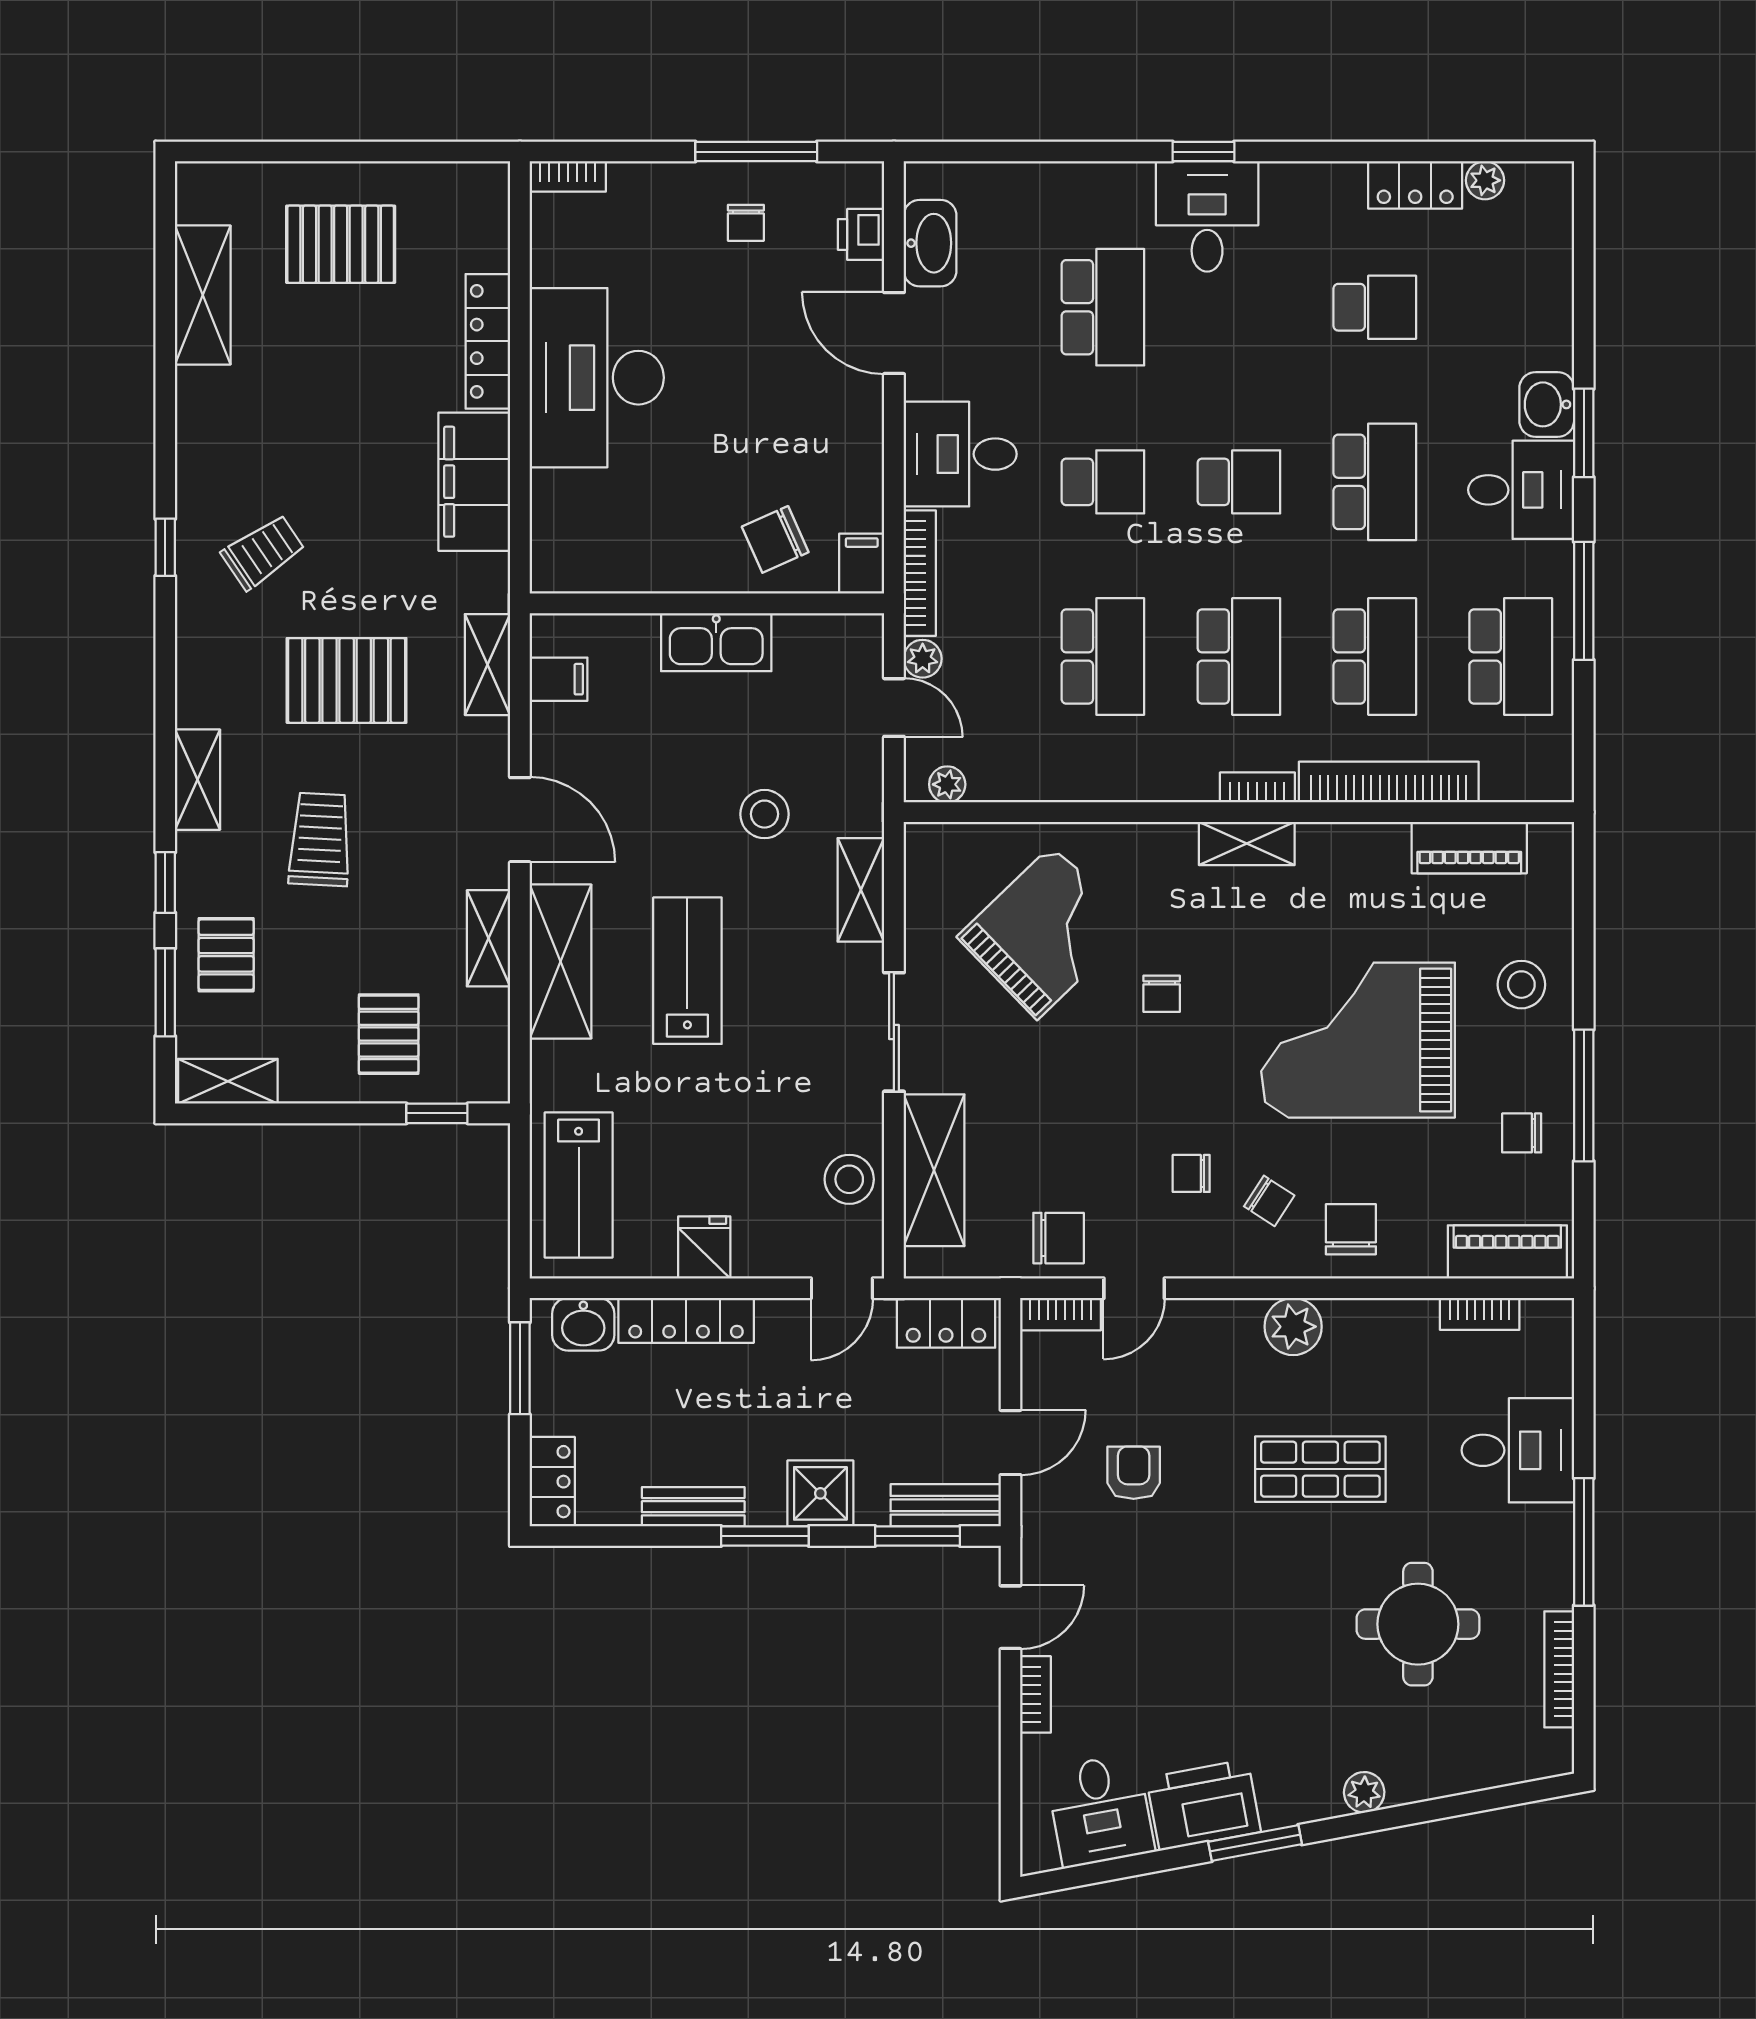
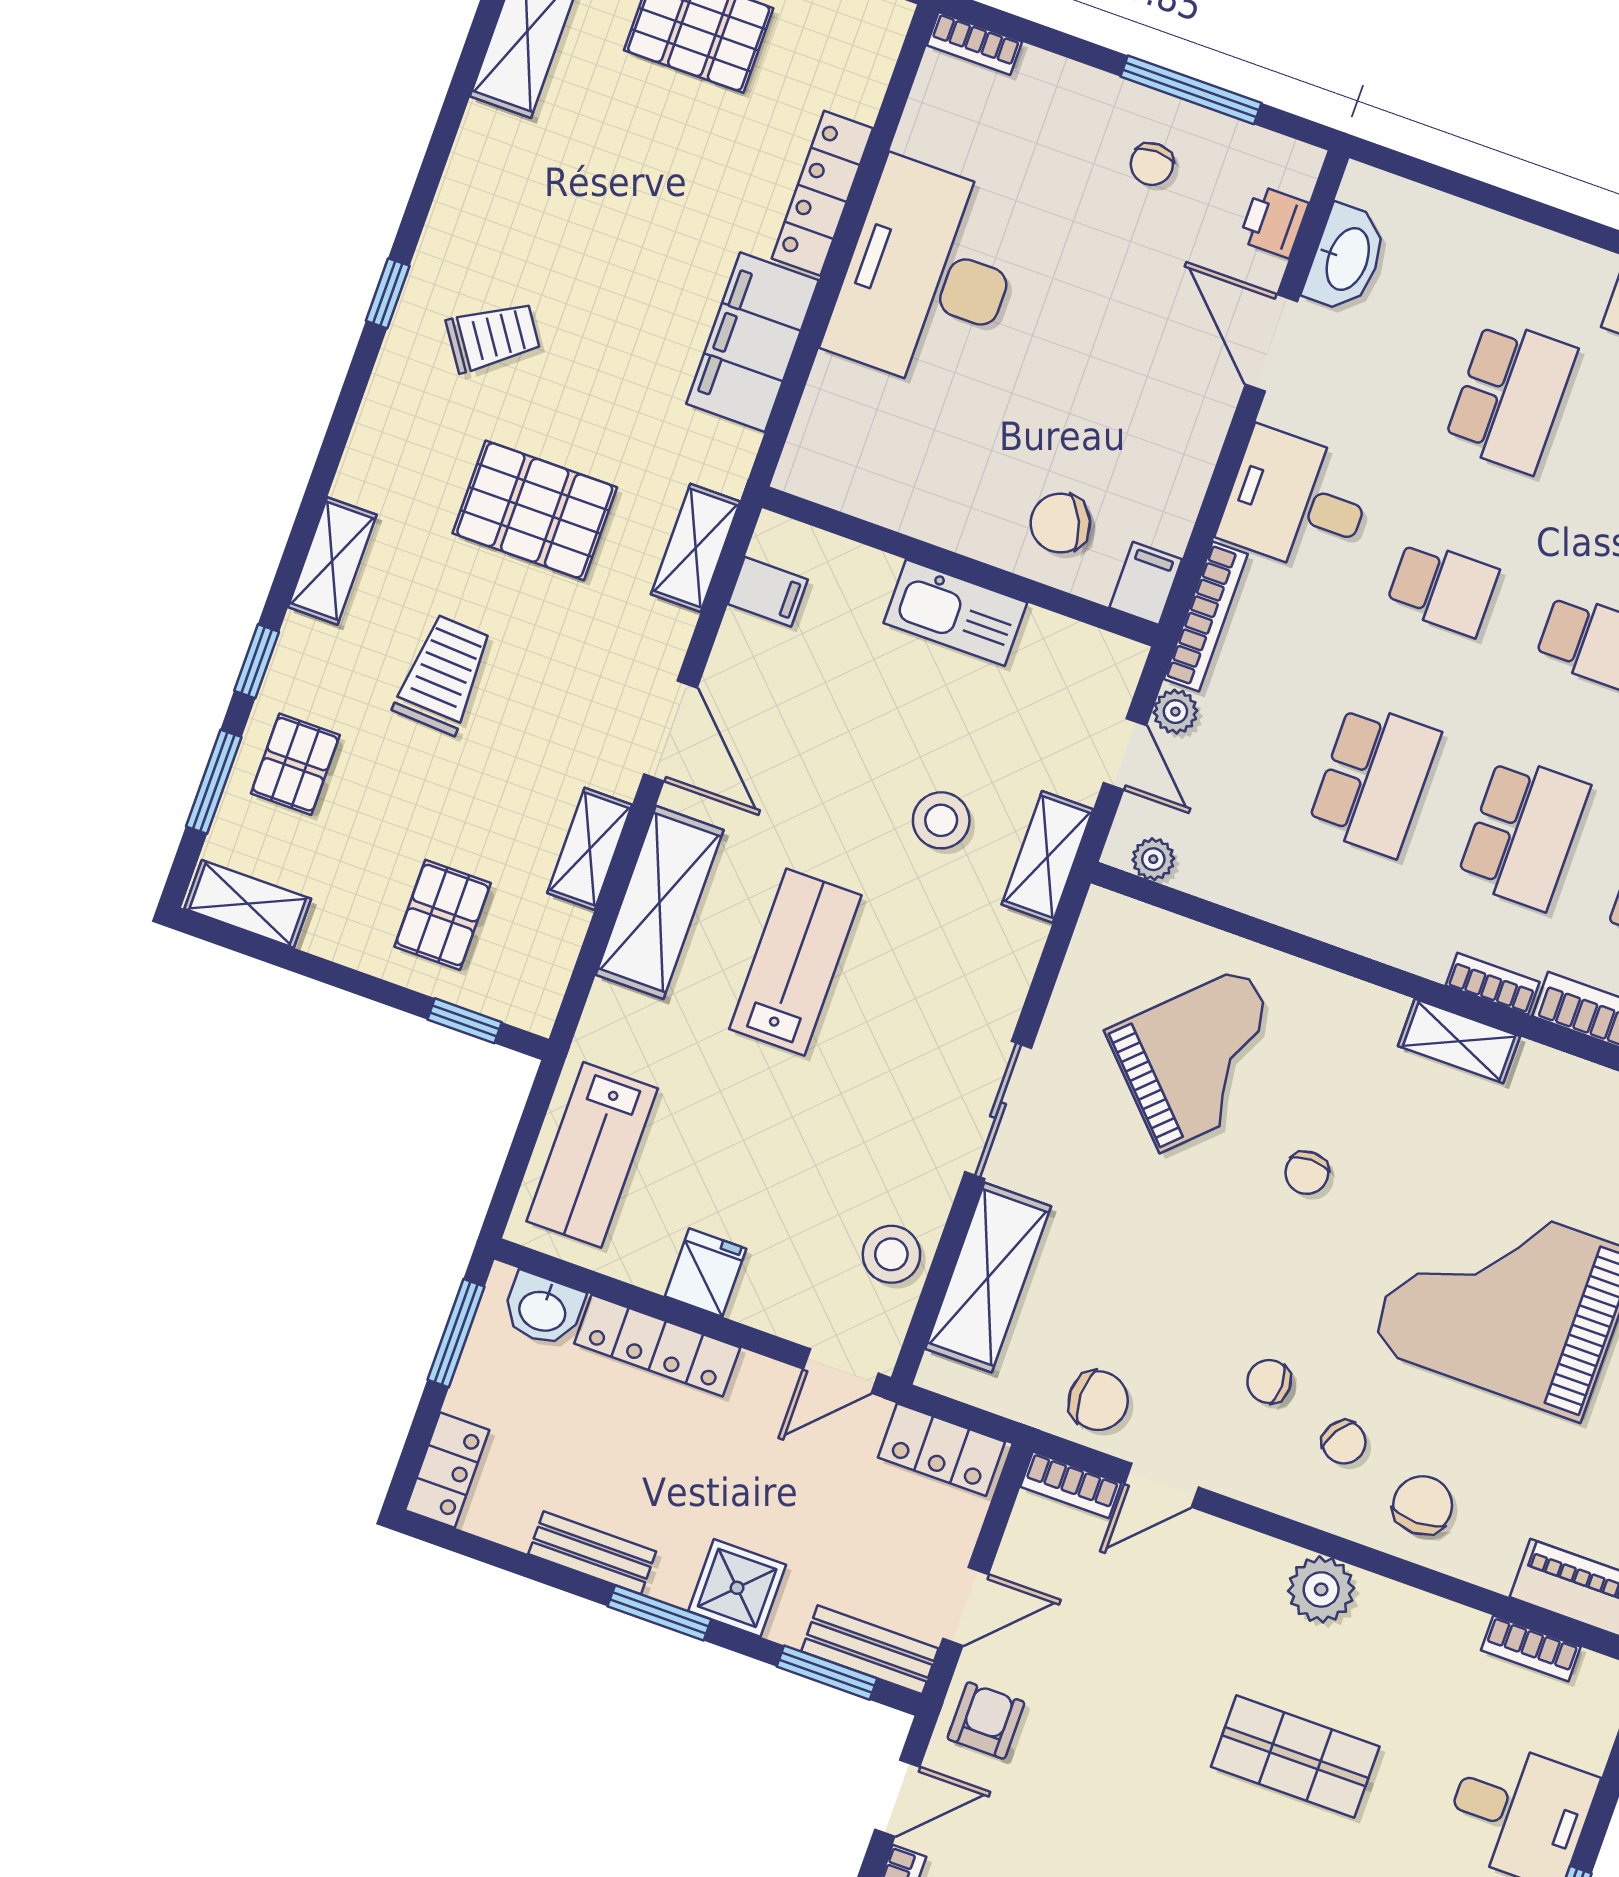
shelving: (861, 890) -> (1047, 857), moved
armchair: (1134, 1473) -> (986, 1720), moved

